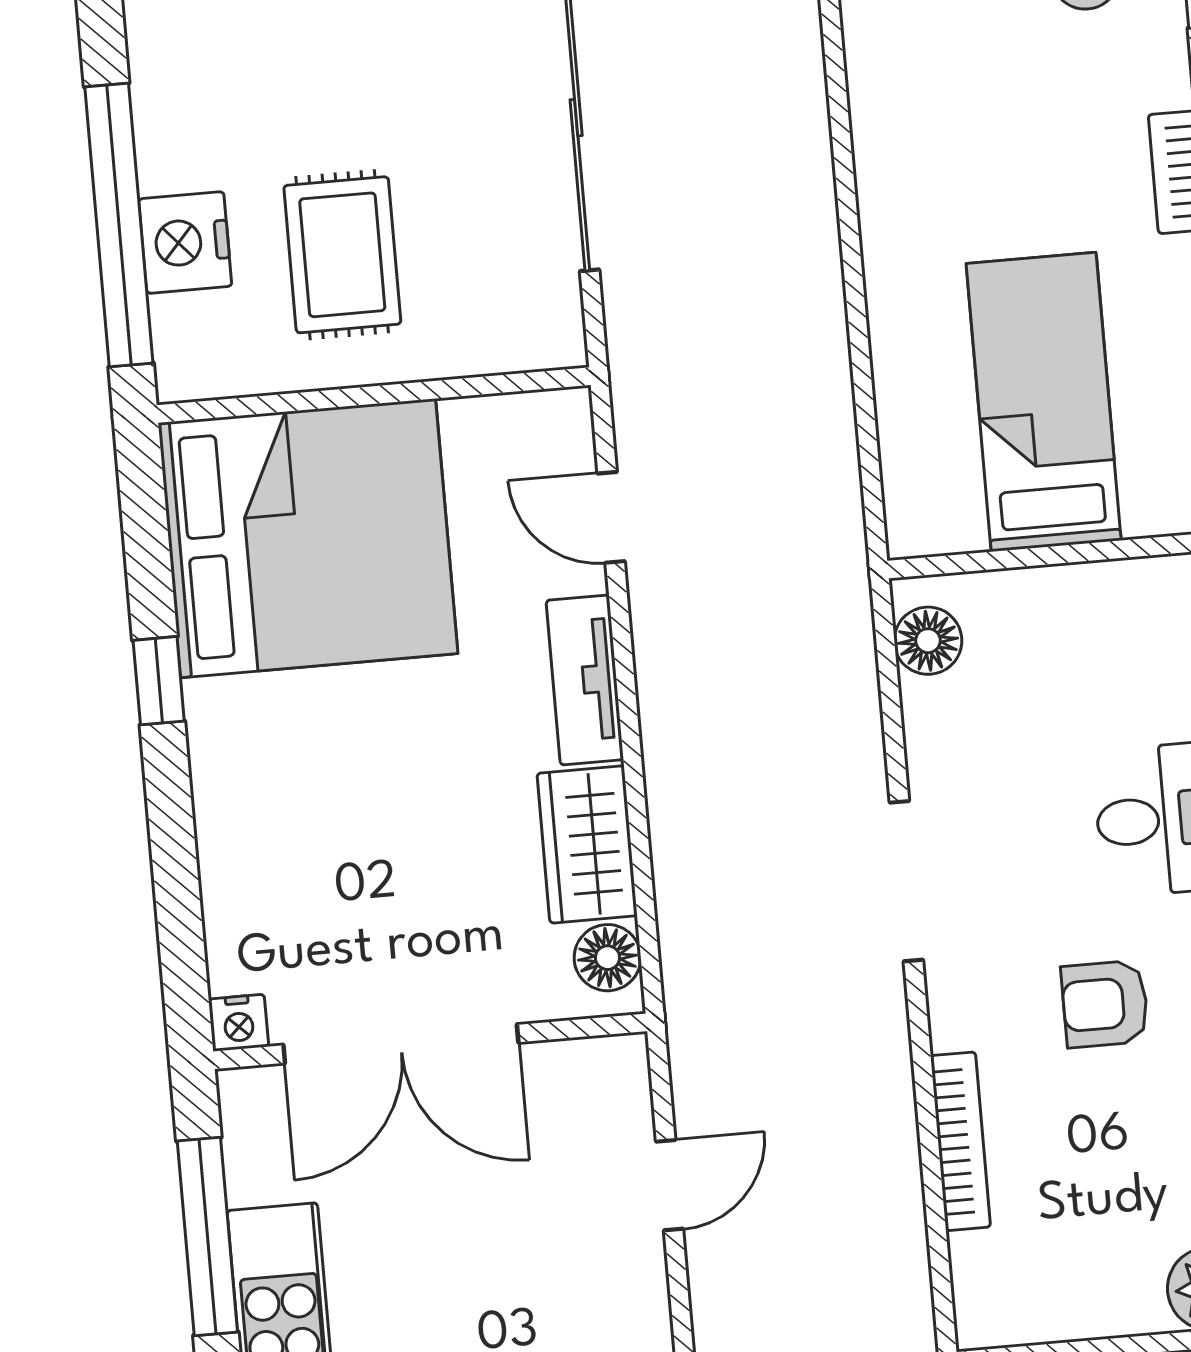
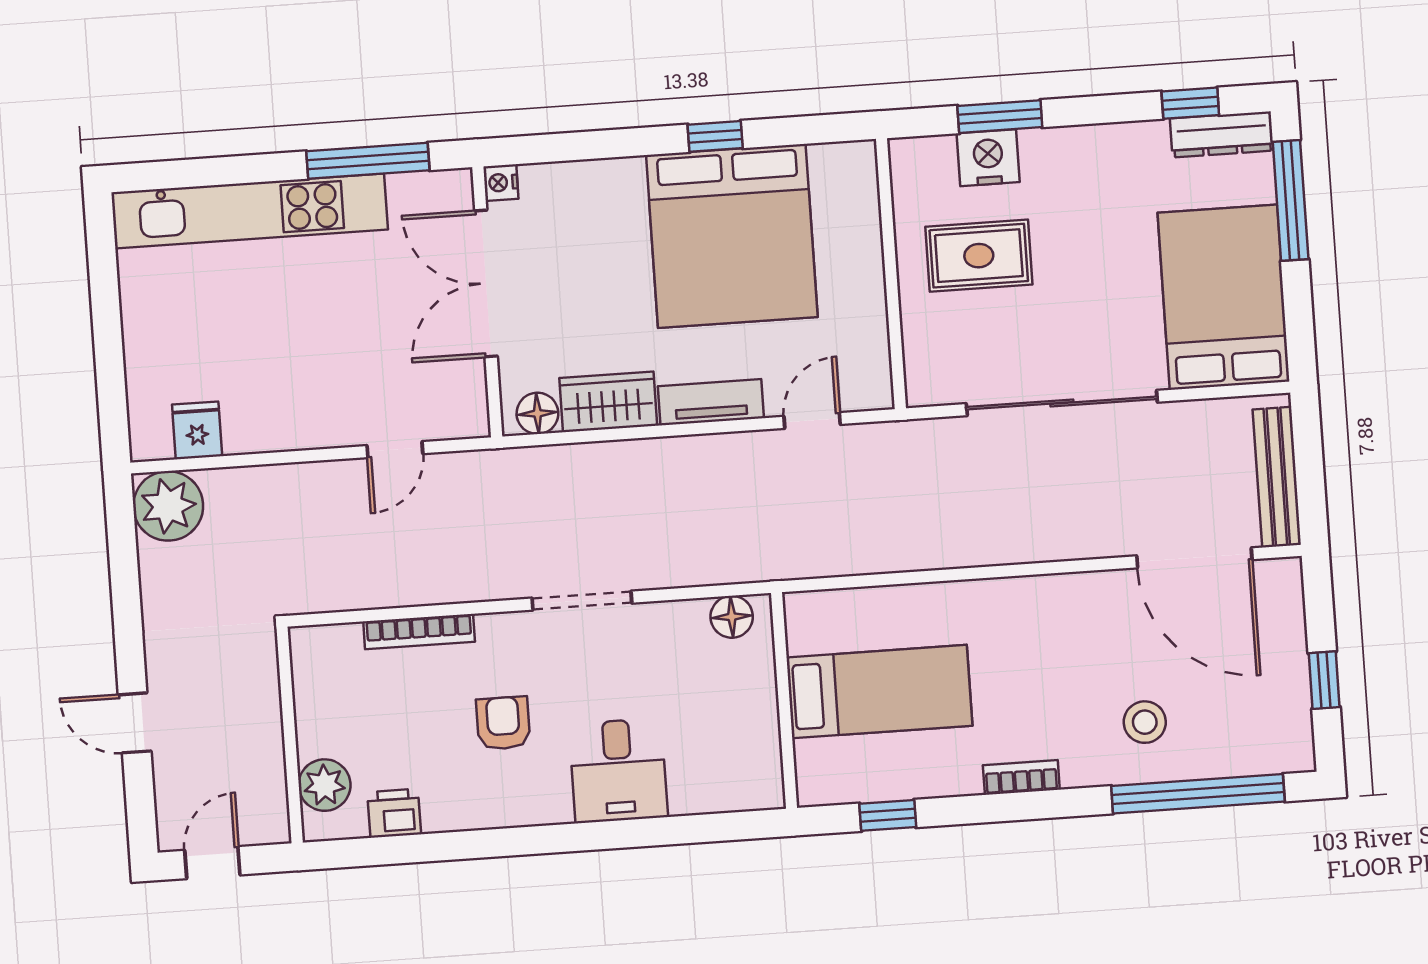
window: (119, 225) -> (1000, 117), width x0.47
bed: (308, 538) -> (732, 236), moved
door: (670, 1185) -> (395, 450), hinge flipped

